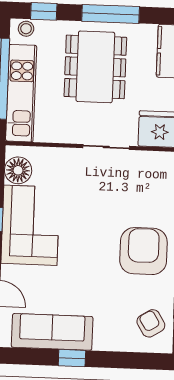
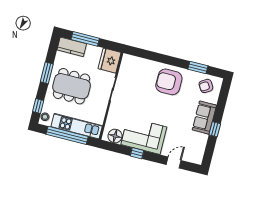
window: (111, 14) -> (47, 73), width x0.69
sofa: (52, 332) -> (204, 118), moved, width x0.73

